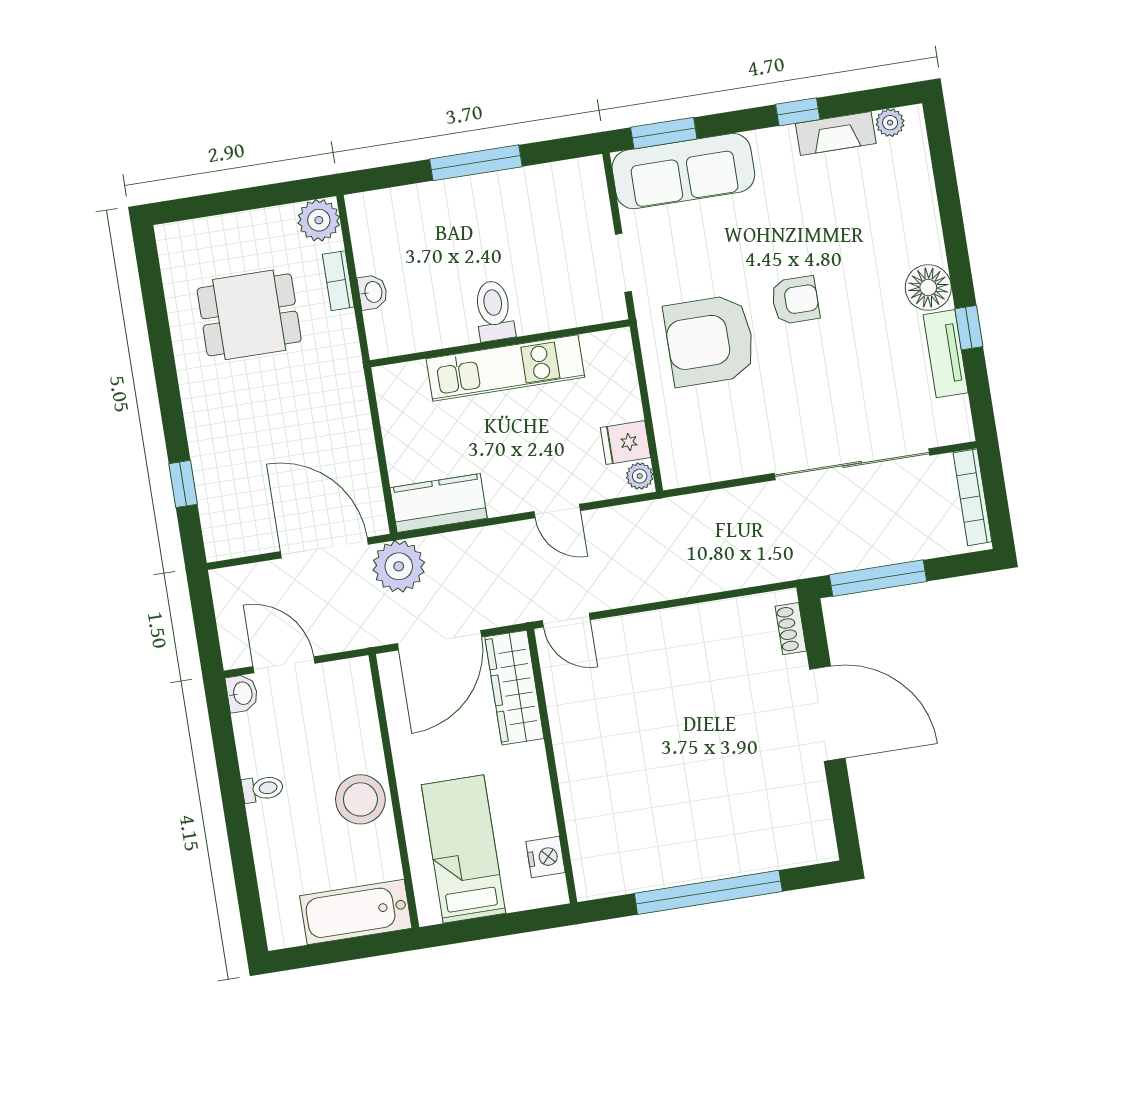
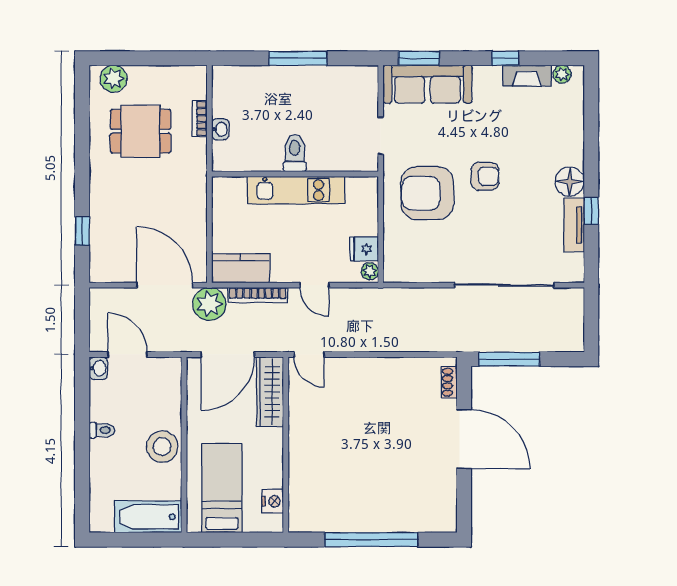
plant: (319, 220) -> (113, 79), moved
bookcase: (973, 497) -> (258, 295), moved, turned -90

